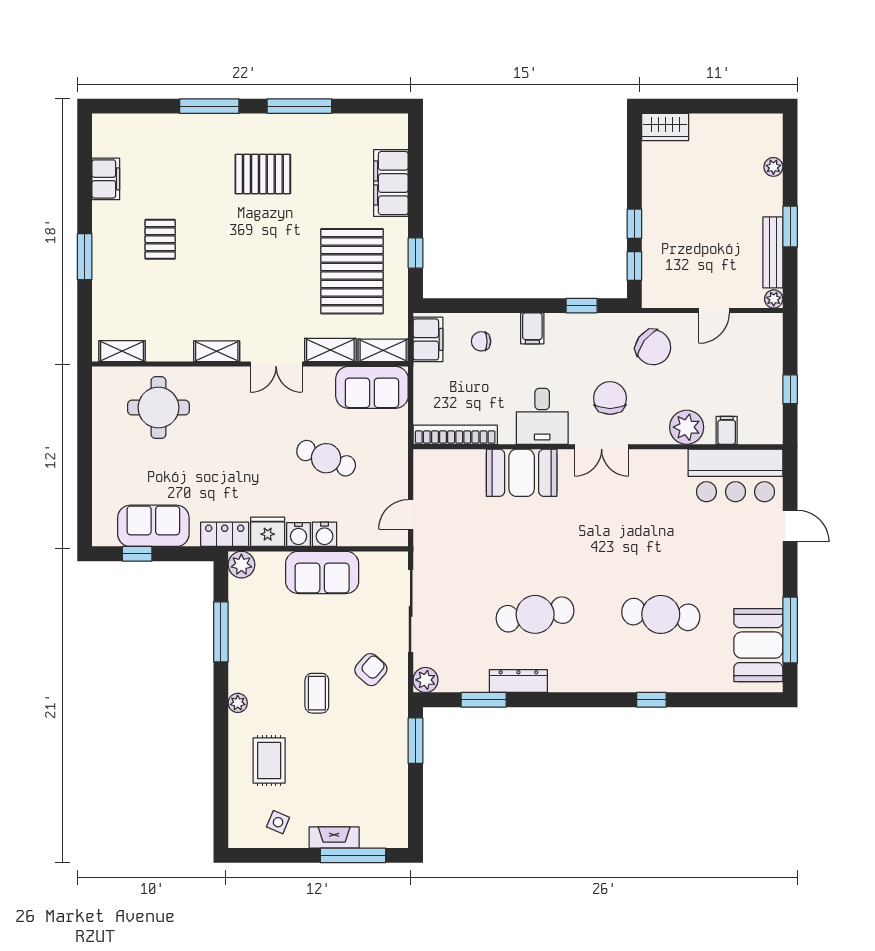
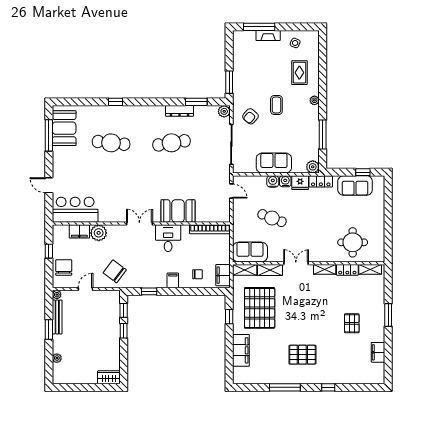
window: (209, 106) -> (328, 387), width x0.46
locker: (169, 350) -> (347, 270), added
chair: (610, 398) -> (64, 268), moved, turned 180
filing cabinet: (727, 430) -> (79, 231), width x2.00
door: (411, 514) -> (231, 191), hinge flipped

